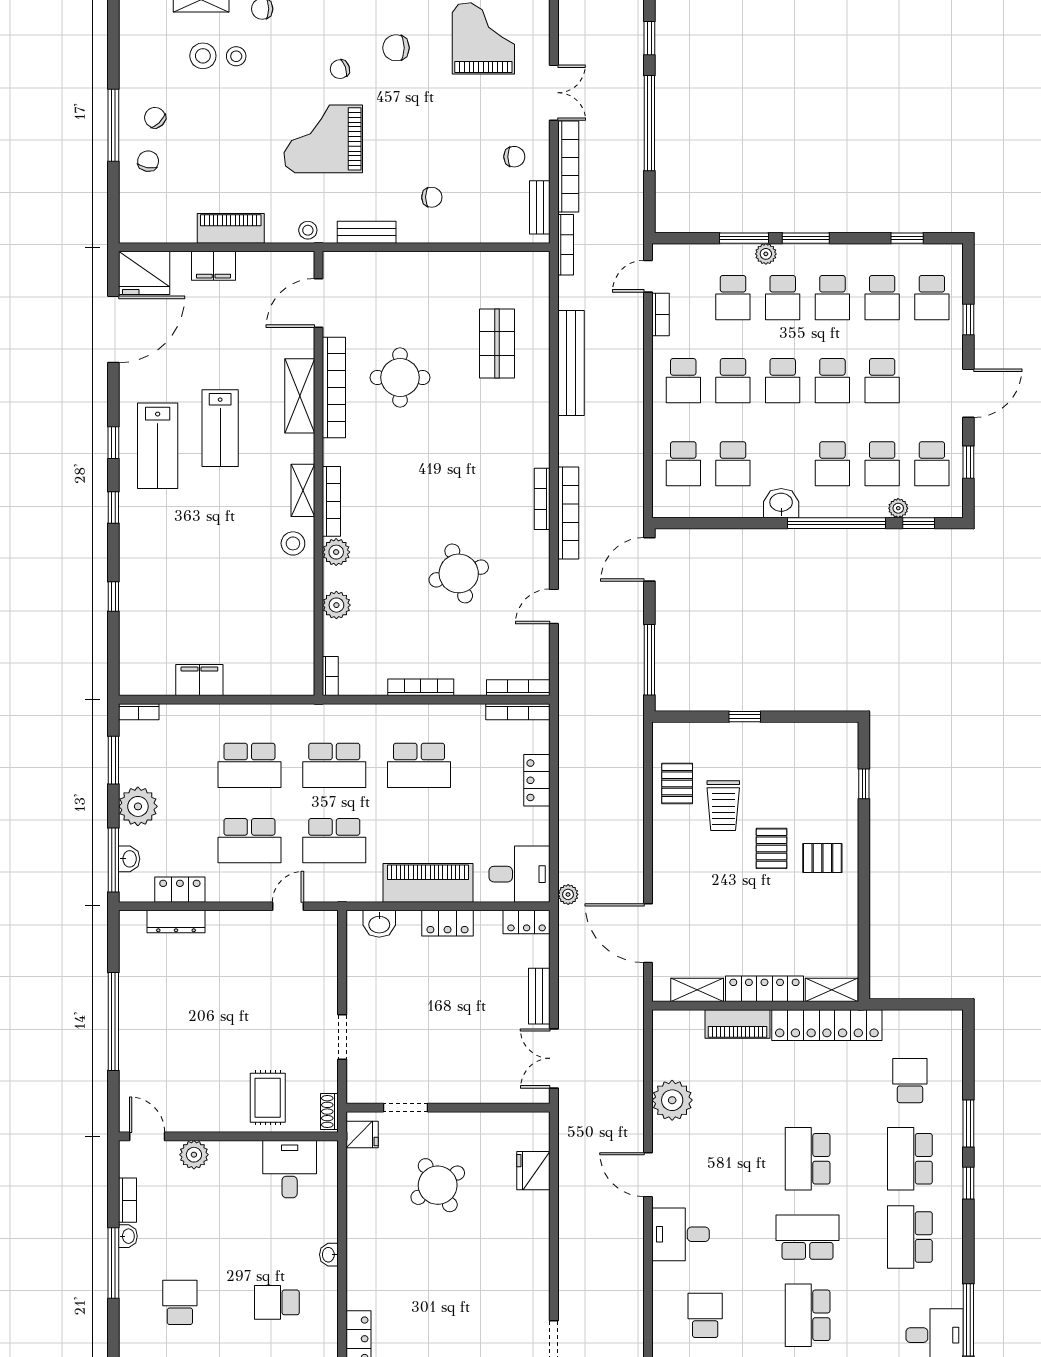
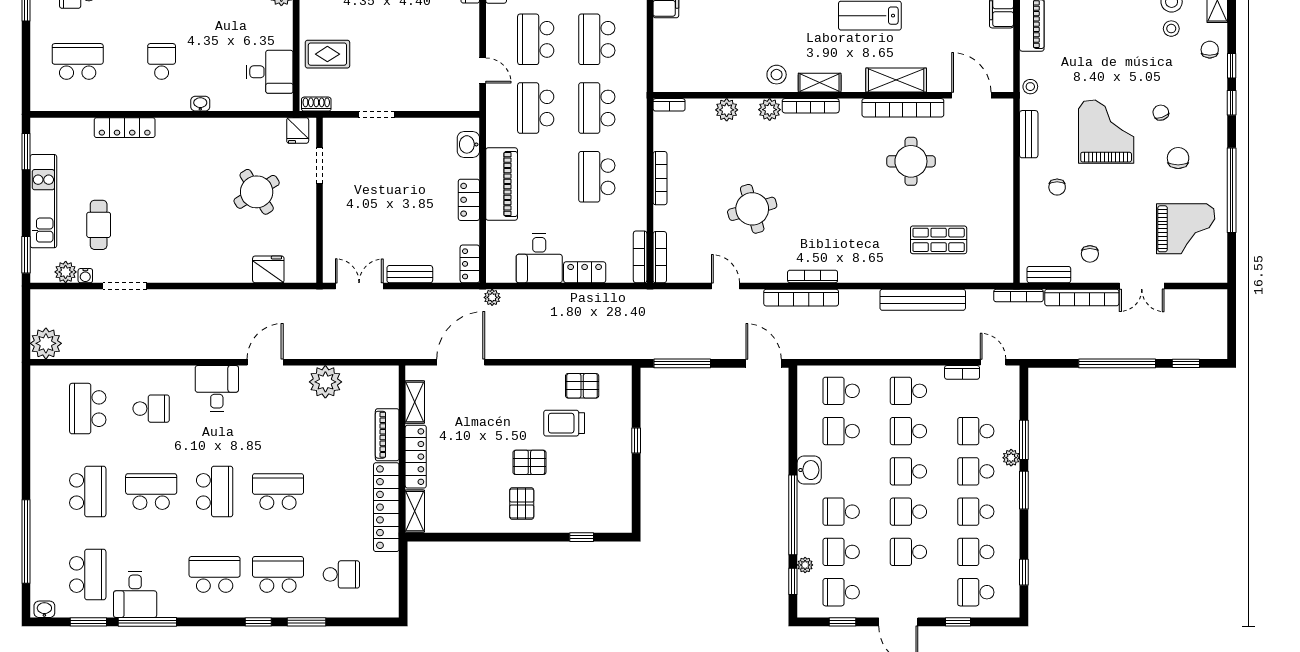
grand piano: (323, 139) -> (1106, 132), moved
desk: (520, 874) -> (539, 258), moved

